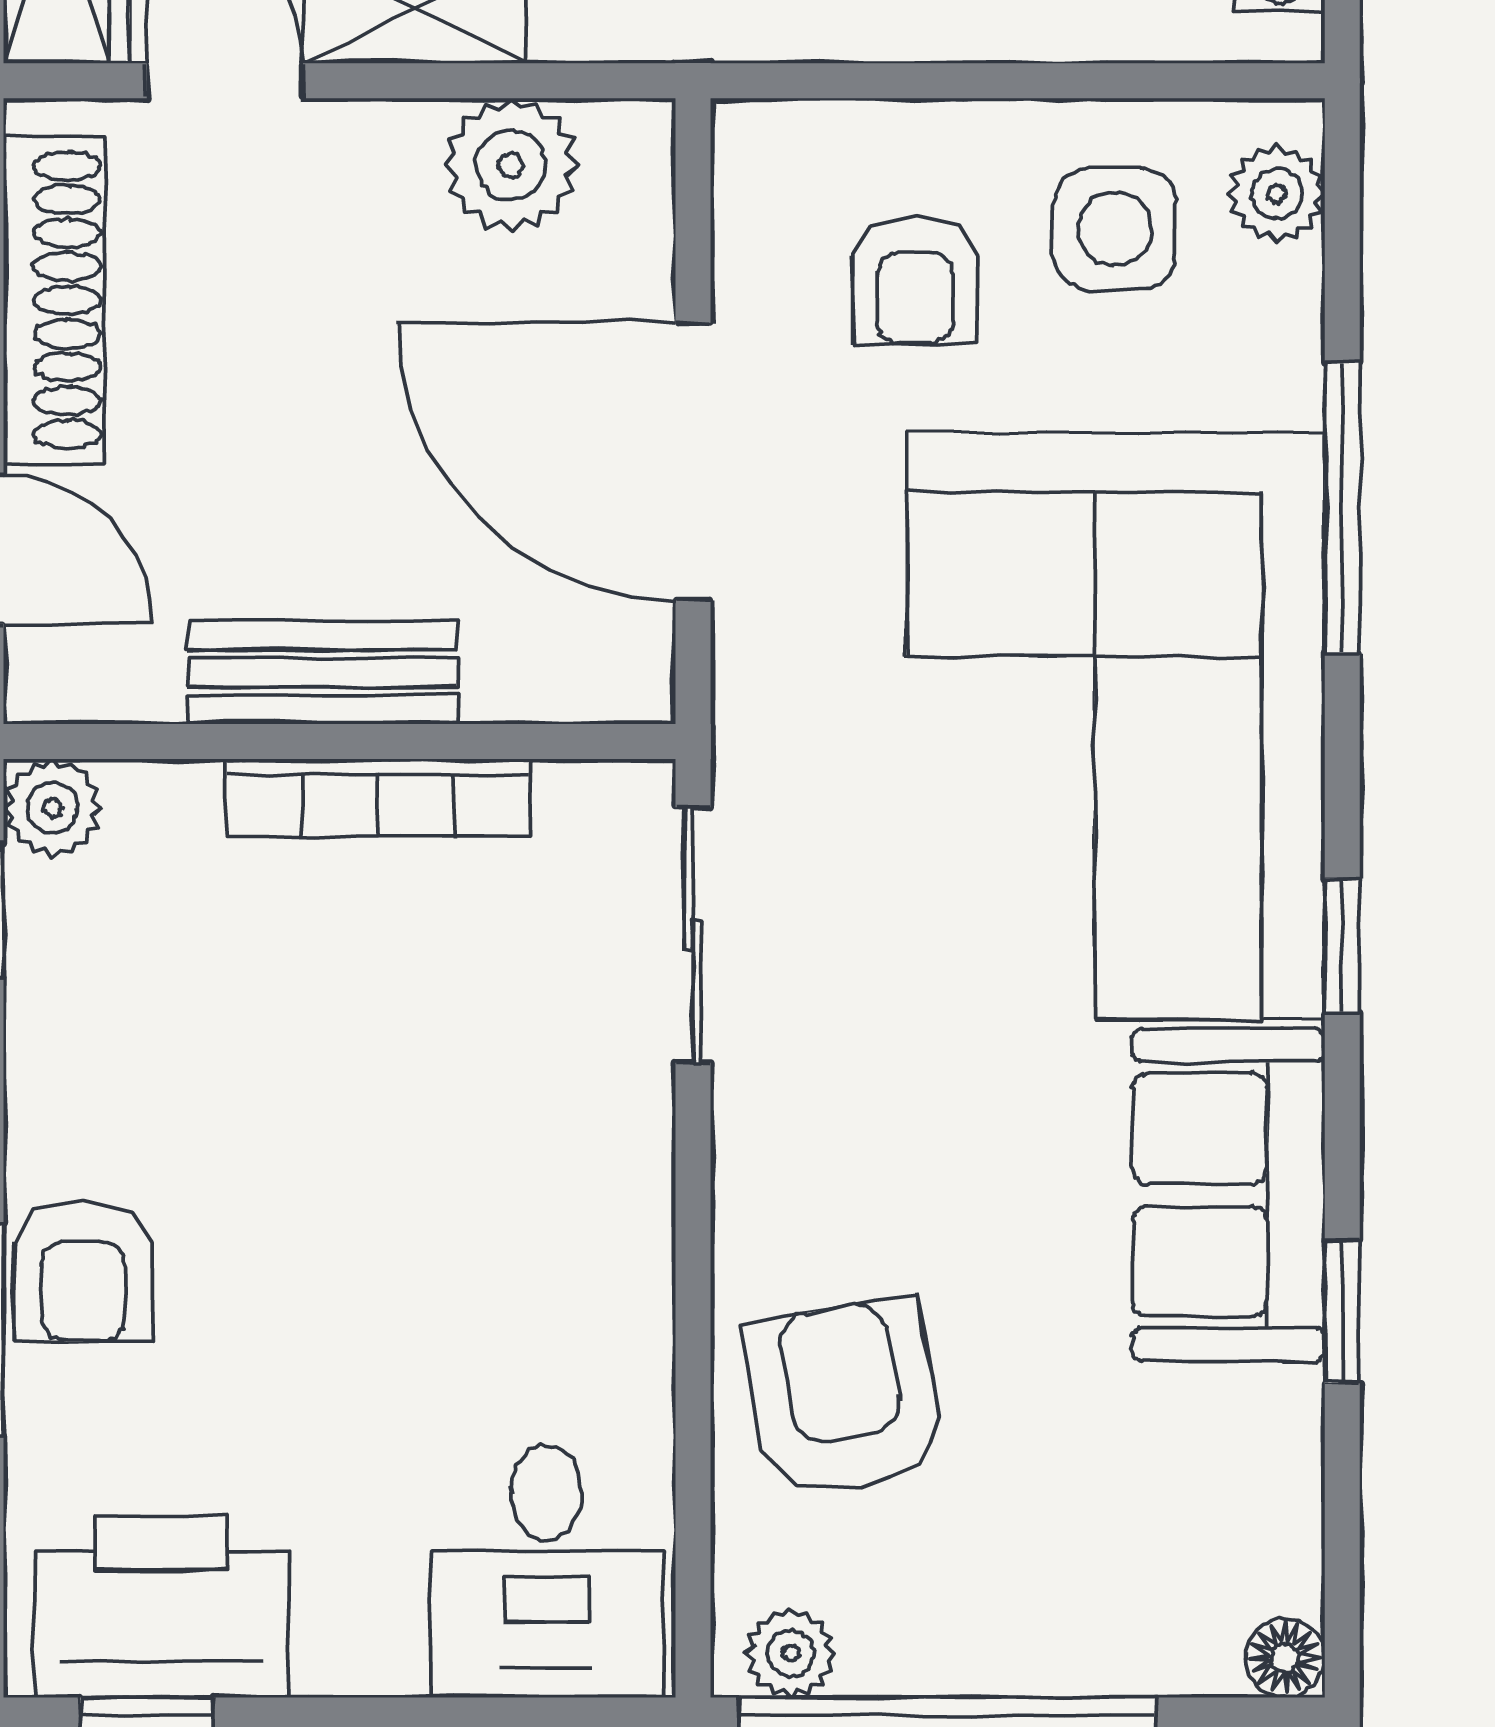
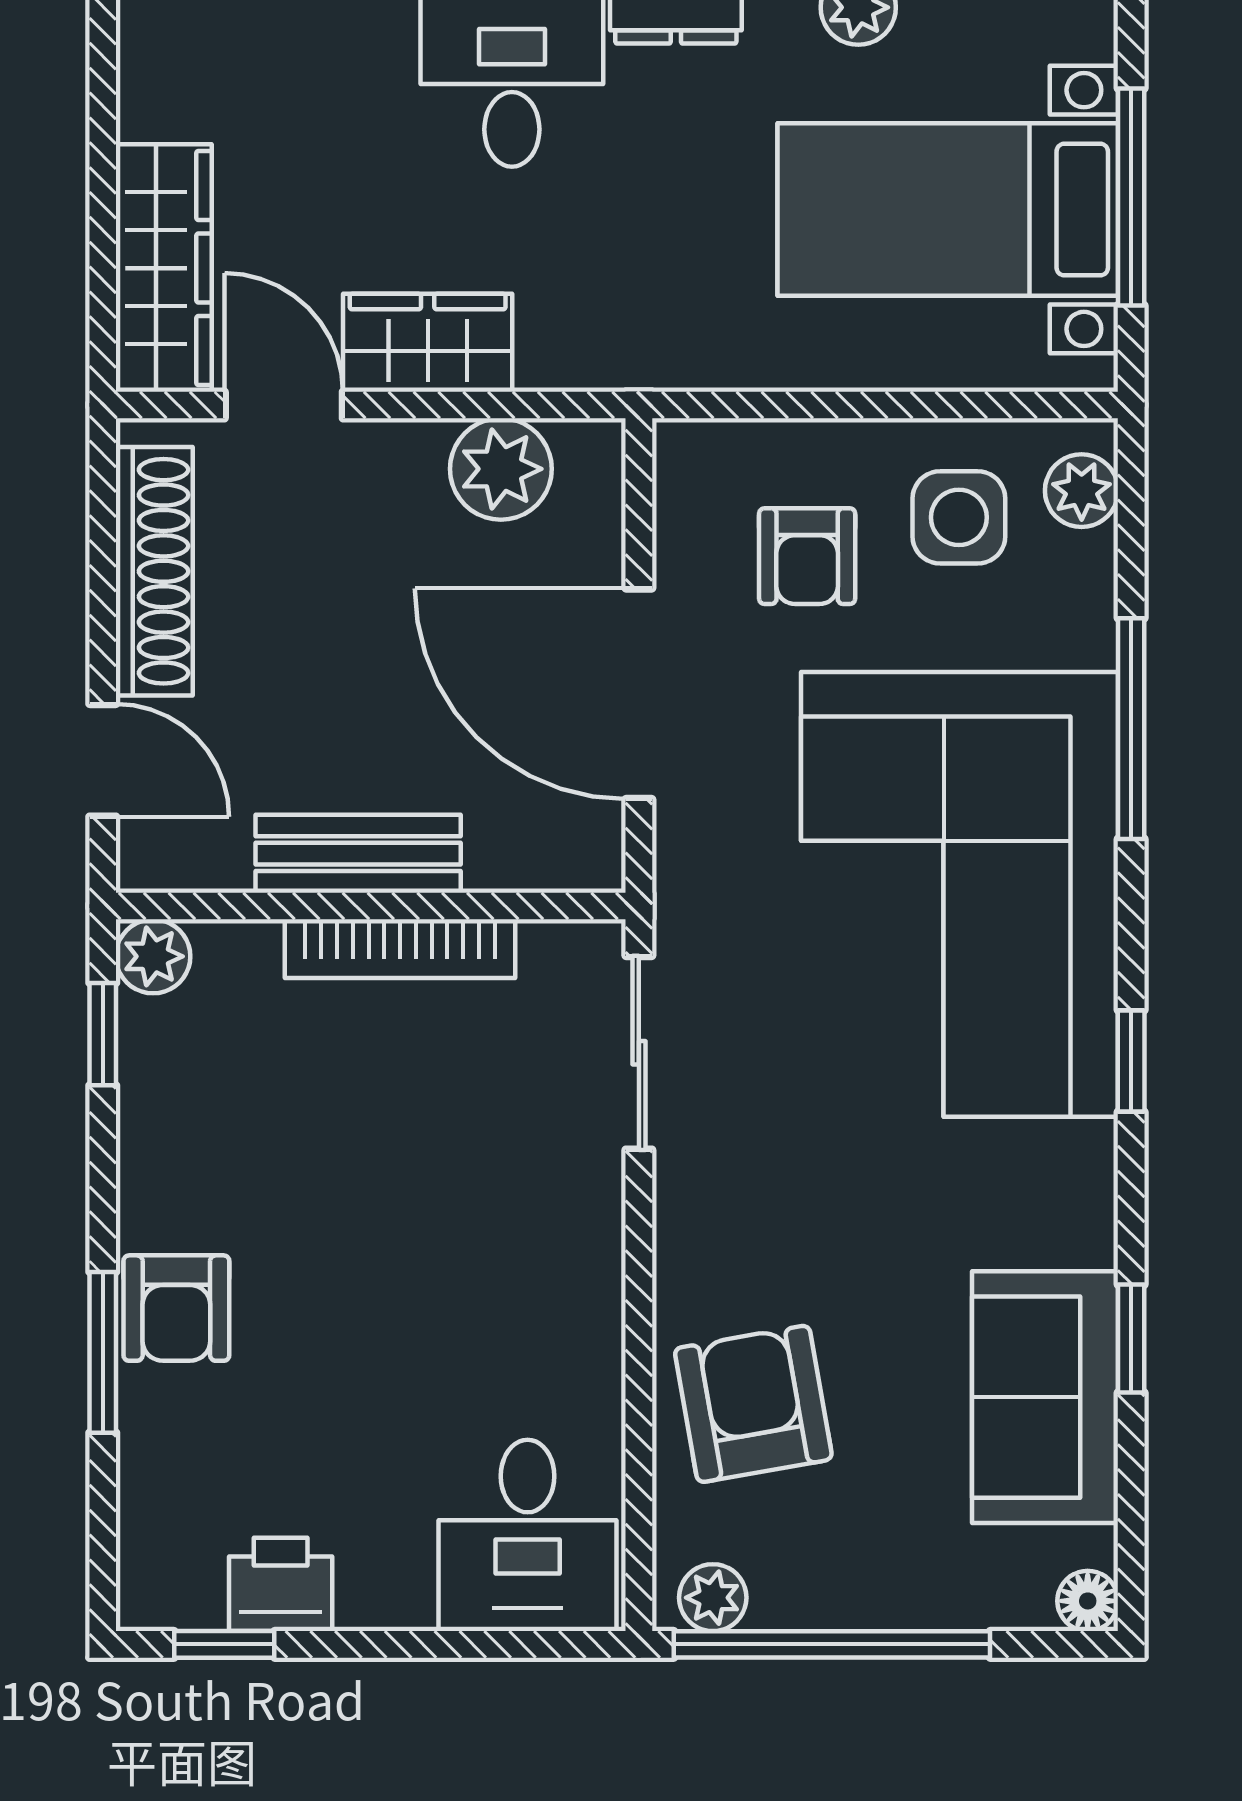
sofa: (1229, 1195) -> (1045, 1397), moved
printer: (161, 1606) -> (281, 1584), width x0.53, depth x0.68

